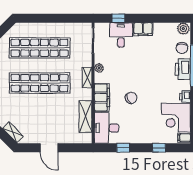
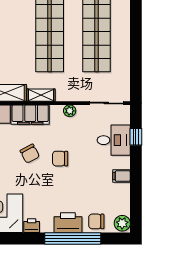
filing cabinet: (143, 29) -> (122, 176), width x0.50
chair: (135, 75) -> (60, 159), added
shelving: (87, 77) -> (41, 95), moved

